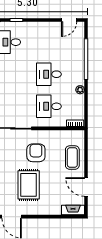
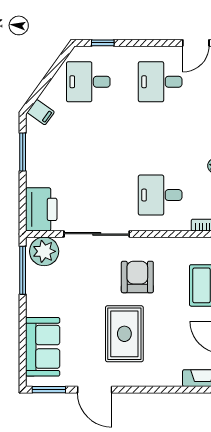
desk: (49, 74) -> (160, 82), moved

